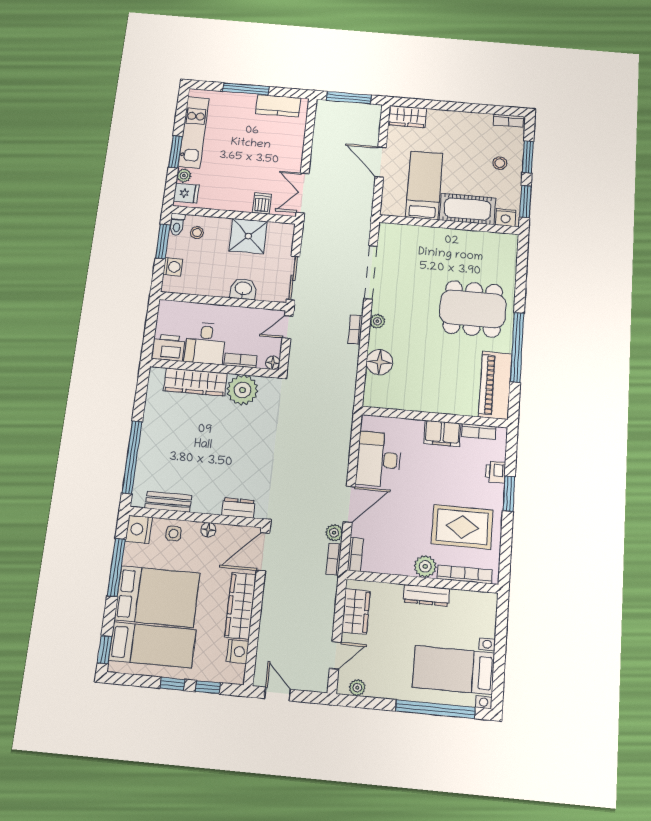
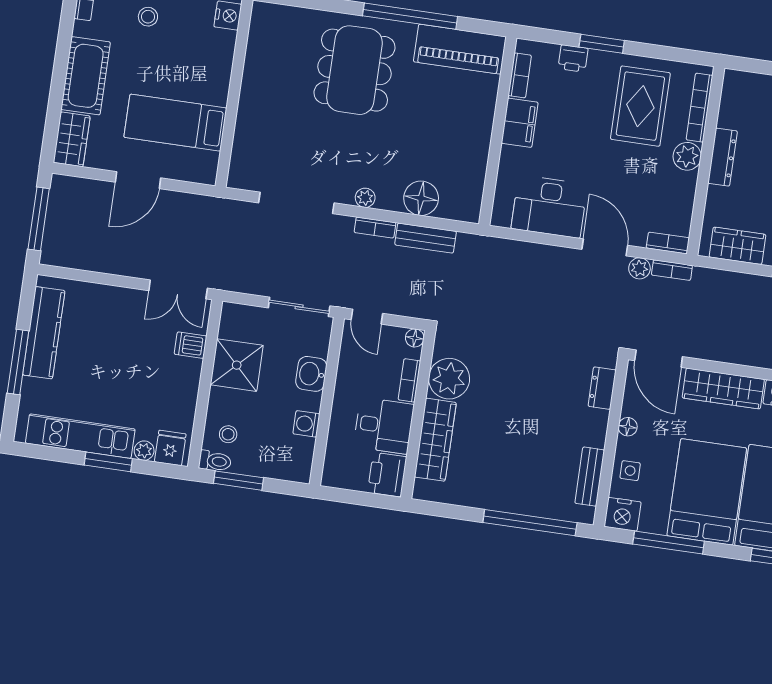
kitchen counter: (278, 106) -> (44, 333), width x1.50
cot: (467, 209) -> (86, 76), moved
washing machine: (173, 267) -> (306, 424), moved, turned -90
bench: (349, 367) -> (426, 238), added

